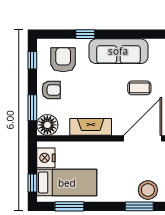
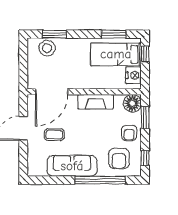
window: (85, 34) -> (100, 180), width x3.17
armchair: (51, 90) -> (129, 133), turned -90

